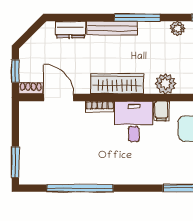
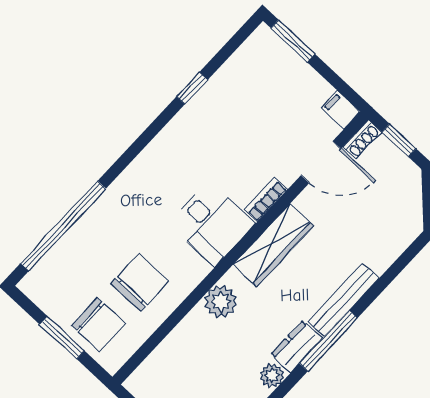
dresser: (71, 29) -> (297, 347), moved
filing cabinet: (161, 111) -> (341, 110), moved
window: (80, 188) -> (192, 88), width x0.32

